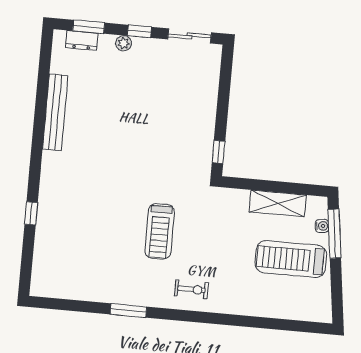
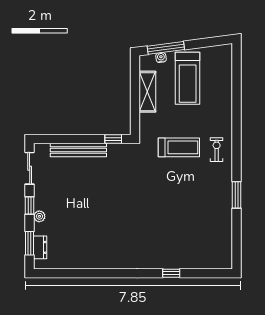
bench: (55, 112) -> (78, 150), moved
treadmill: (160, 231) -> (179, 147), moved

